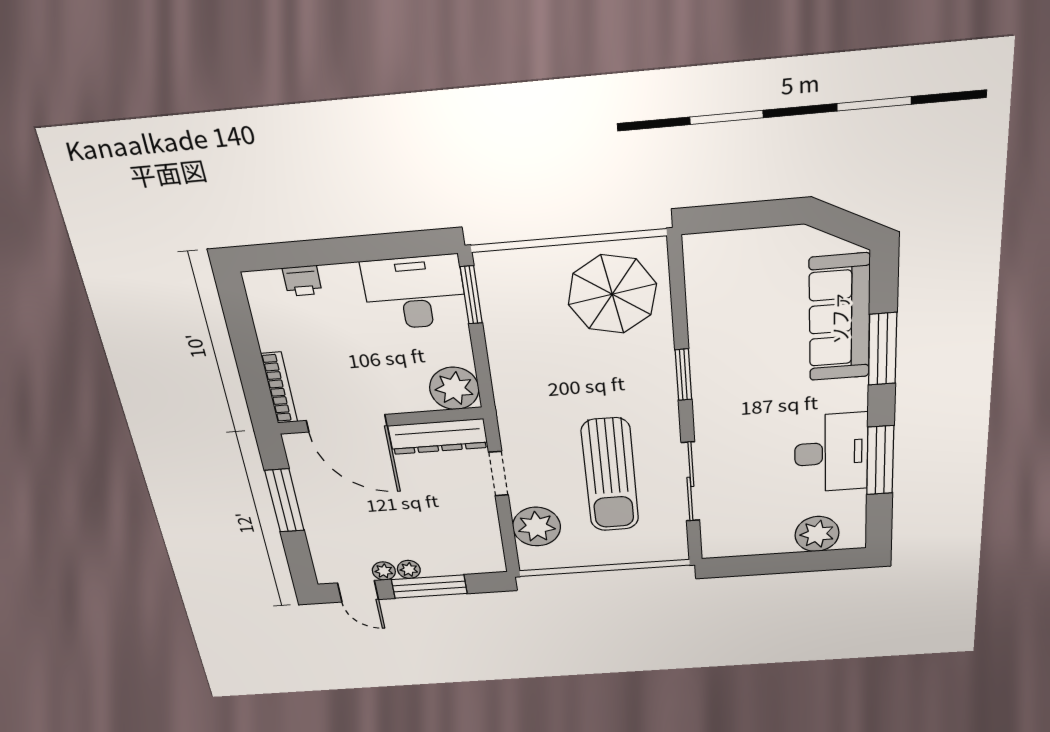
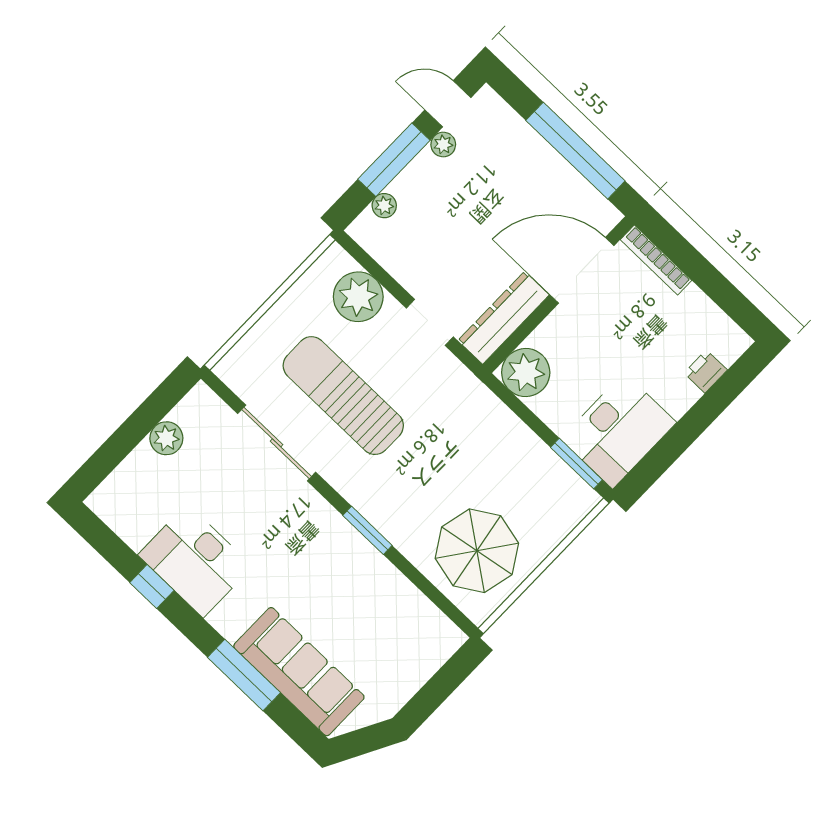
window: (880, 460) -> (152, 586), width x0.46
window: (285, 501) -> (575, 151), width x1.46
plant: (817, 534) -> (166, 438), moved, width x0.73, depth x0.73
plant: (409, 569) -> (384, 206), moved

